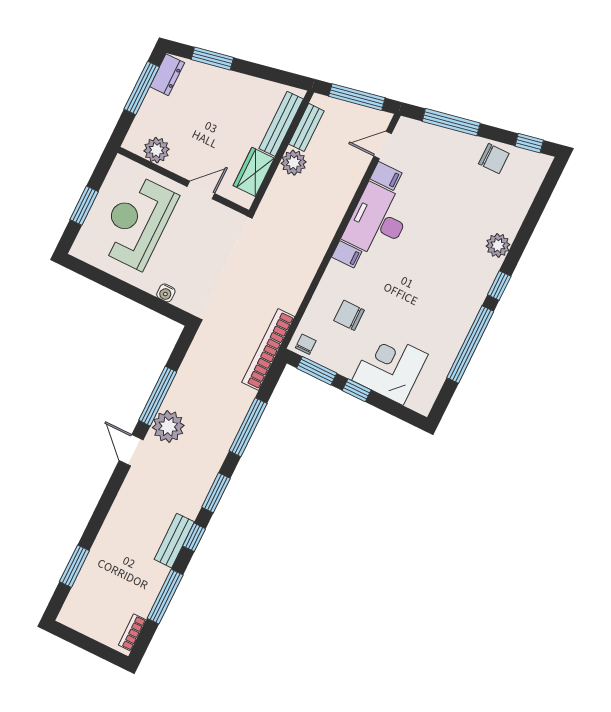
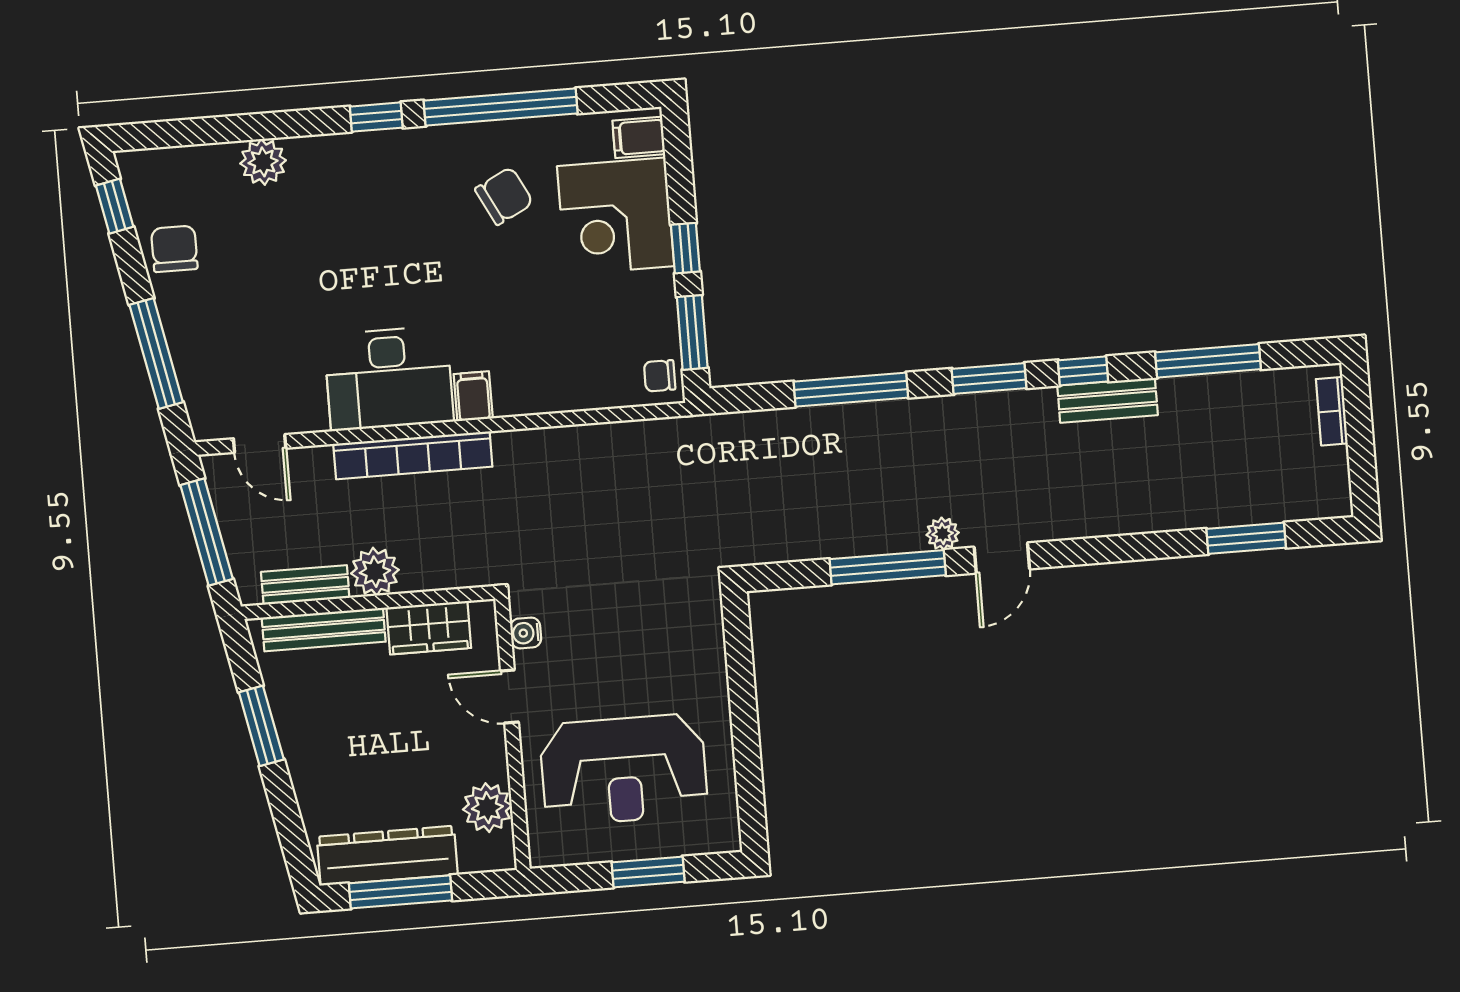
window: (212, 58) -> (261, 726), moved
dresser: (167, 75) -> (387, 856), width x1.96, depth x1.24
filing cabinet: (386, 176) -> (639, 137), moved, turned -90
plant: (498, 245) -> (263, 162), moved
water cooler: (166, 293) -> (526, 633), moved, turned 180
chair: (349, 315) -> (504, 196), moved, turned -117
bookcase: (268, 349) -> (413, 455), moved
plant: (168, 426) -> (943, 534), width x0.53, depth x0.53
bookcase: (132, 632) -> (1332, 411), moved, turned 90

